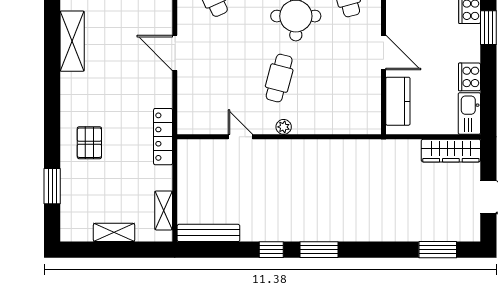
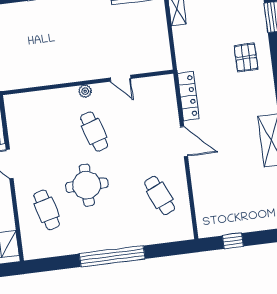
cafe table: (279, 78) -> (94, 131), turned -33
locker: (163, 137) -> (188, 96), moved

